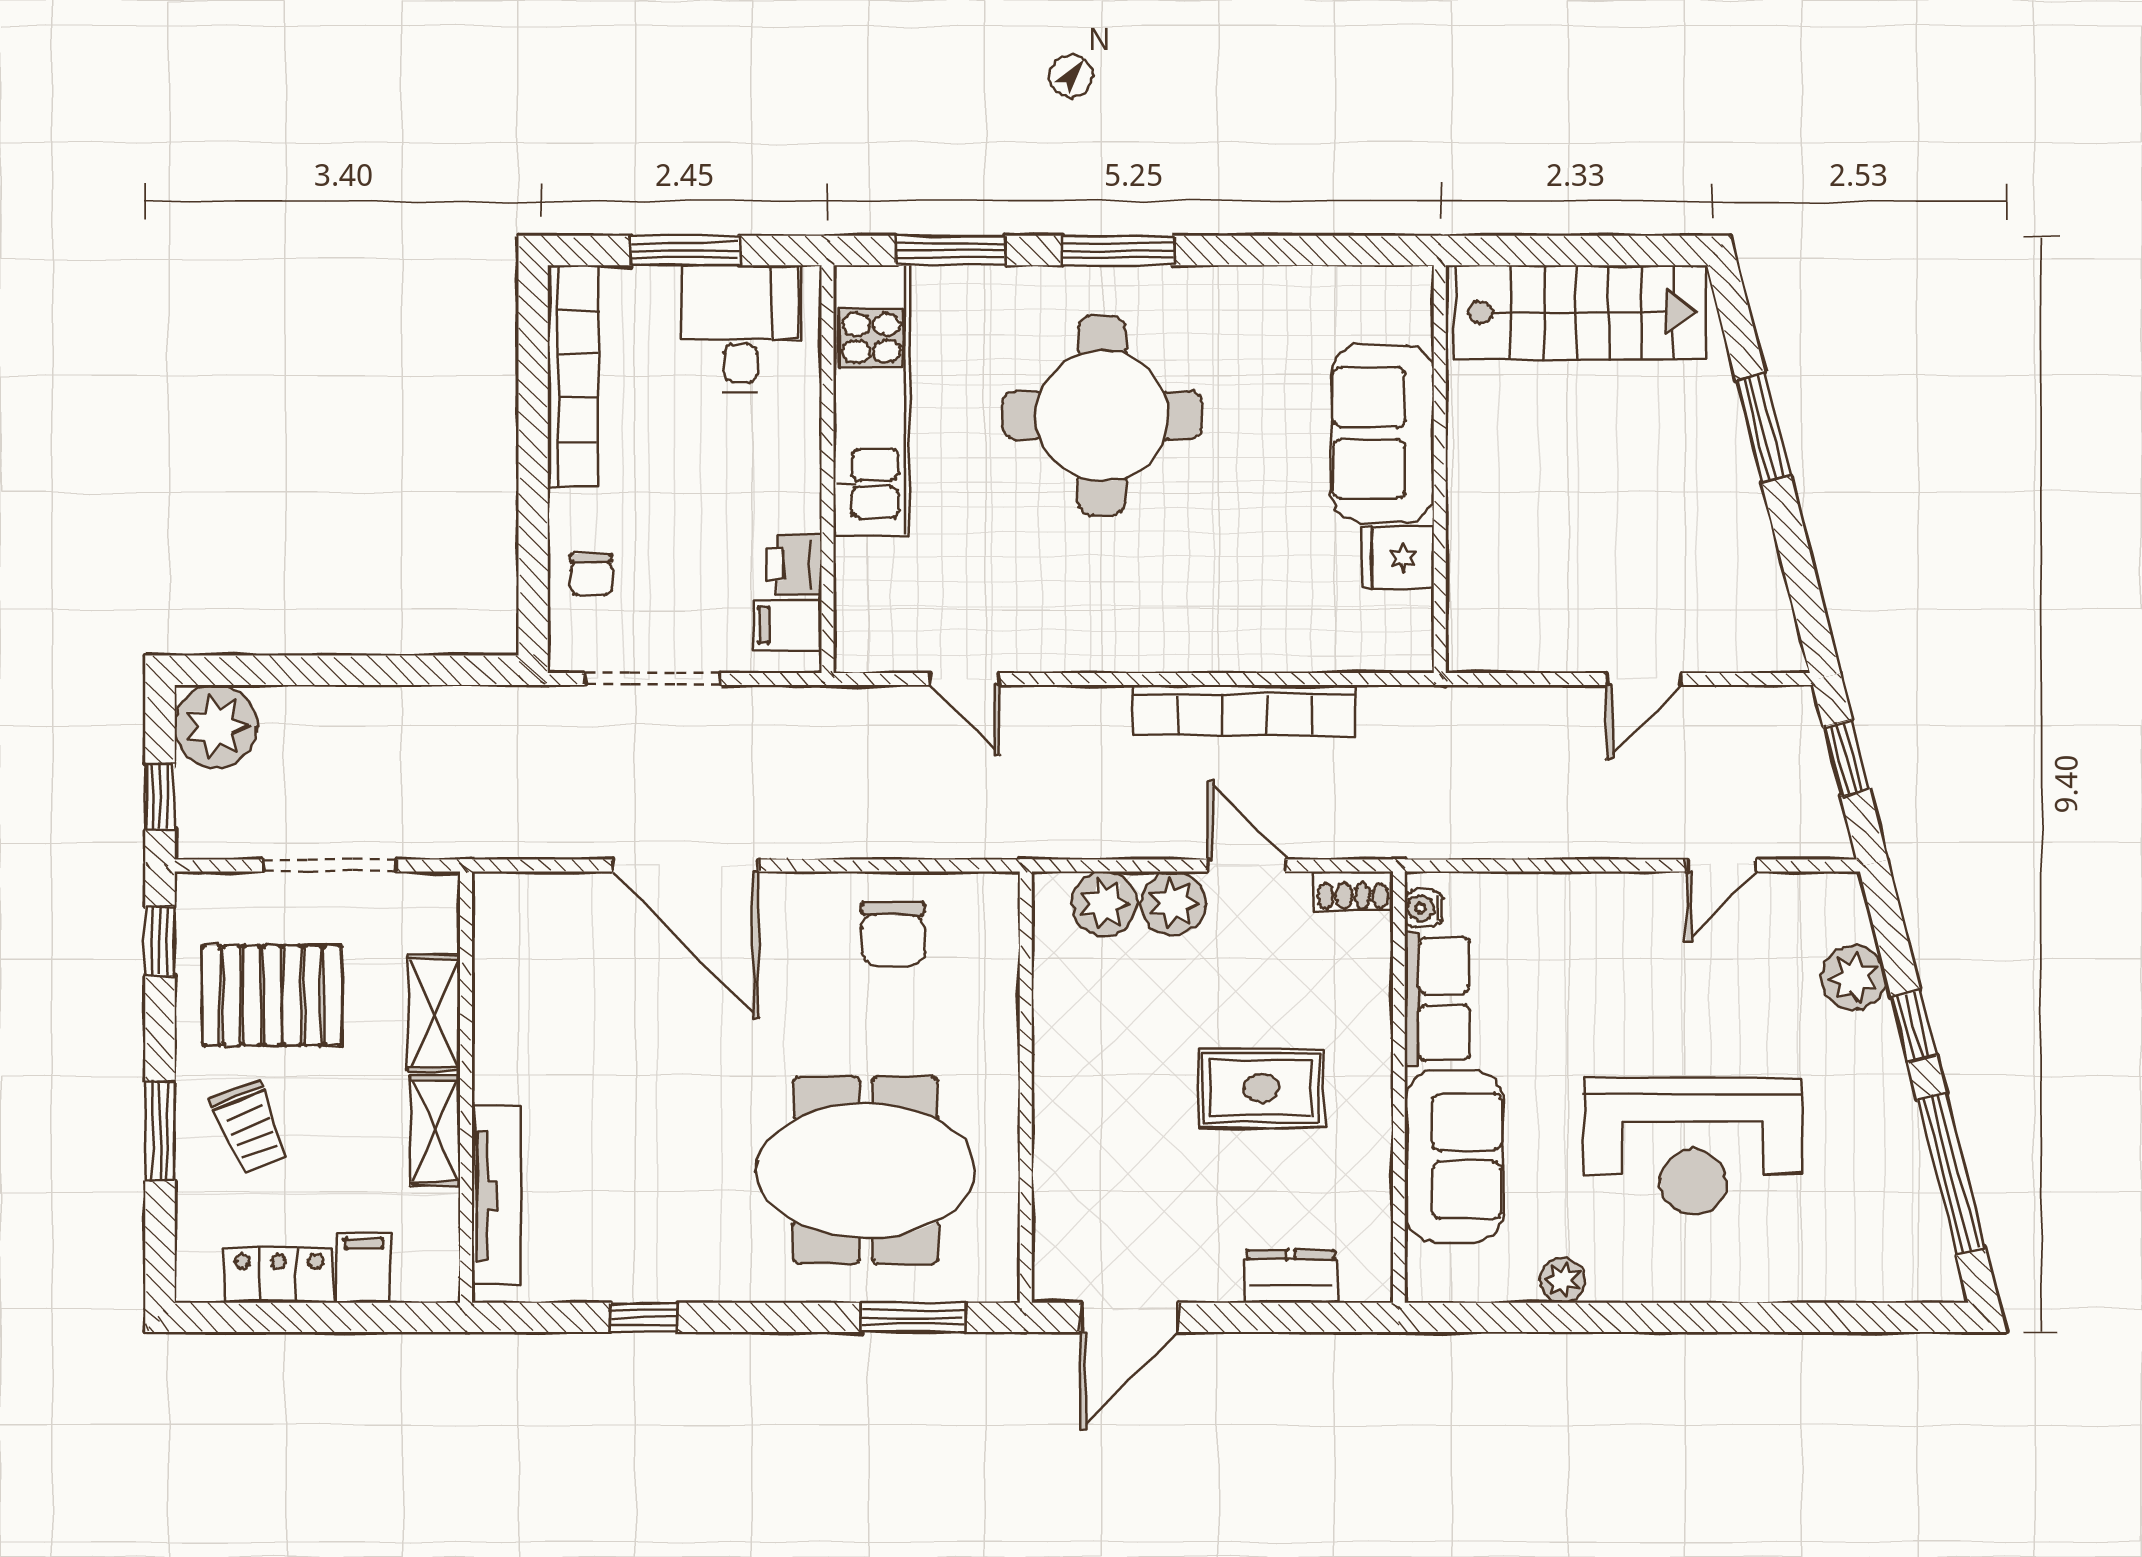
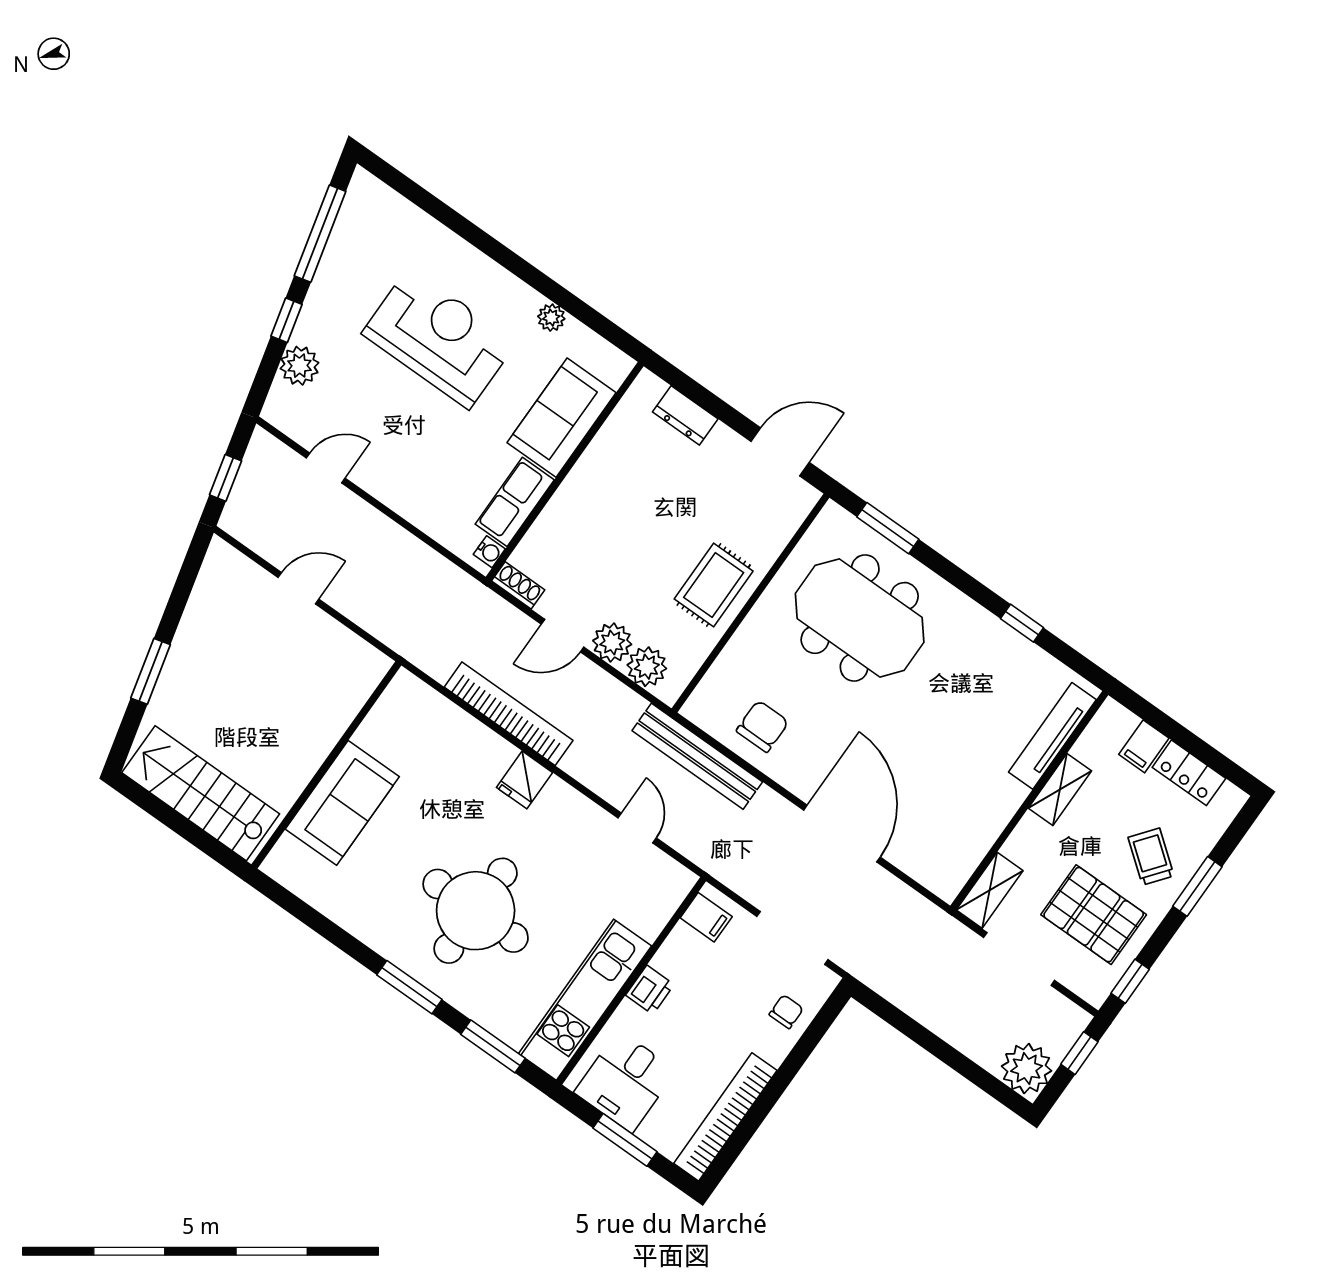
fridge: (1397, 558) -> (524, 780), moved, turned 90
printer: (794, 564) -> (650, 990), moved
bench: (952, 832) -> (697, 756), added
door: (1246, 866) -> (563, 636), hinge flipped
shelving: (434, 1013) -> (990, 890), moved
rug: (1262, 1088) -> (714, 585), moved, turned 90
trolley: (250, 1127) -> (1151, 857), turned -30

